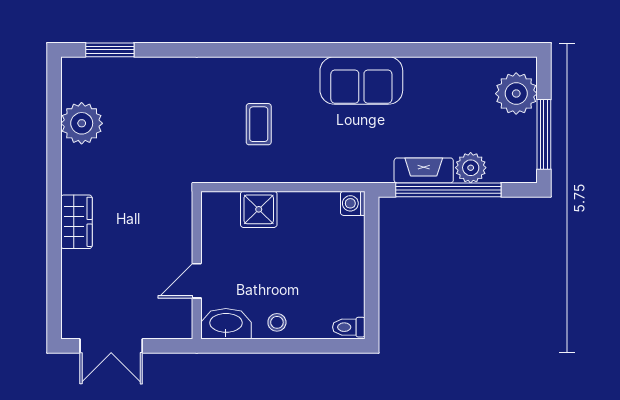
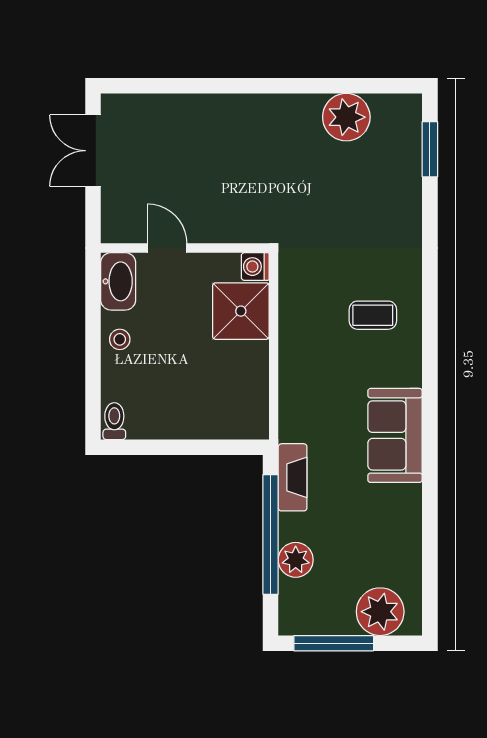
coffee table: (259, 124) -> (373, 315), moved
fireplace: (424, 170) -> (293, 477), moved
washing machine: (353, 203) -> (255, 267), moved, turned -90
shower: (259, 209) -> (241, 311), width x1.36, depth x1.36
wardrobe: (76, 222) -> (234, 111), removed

